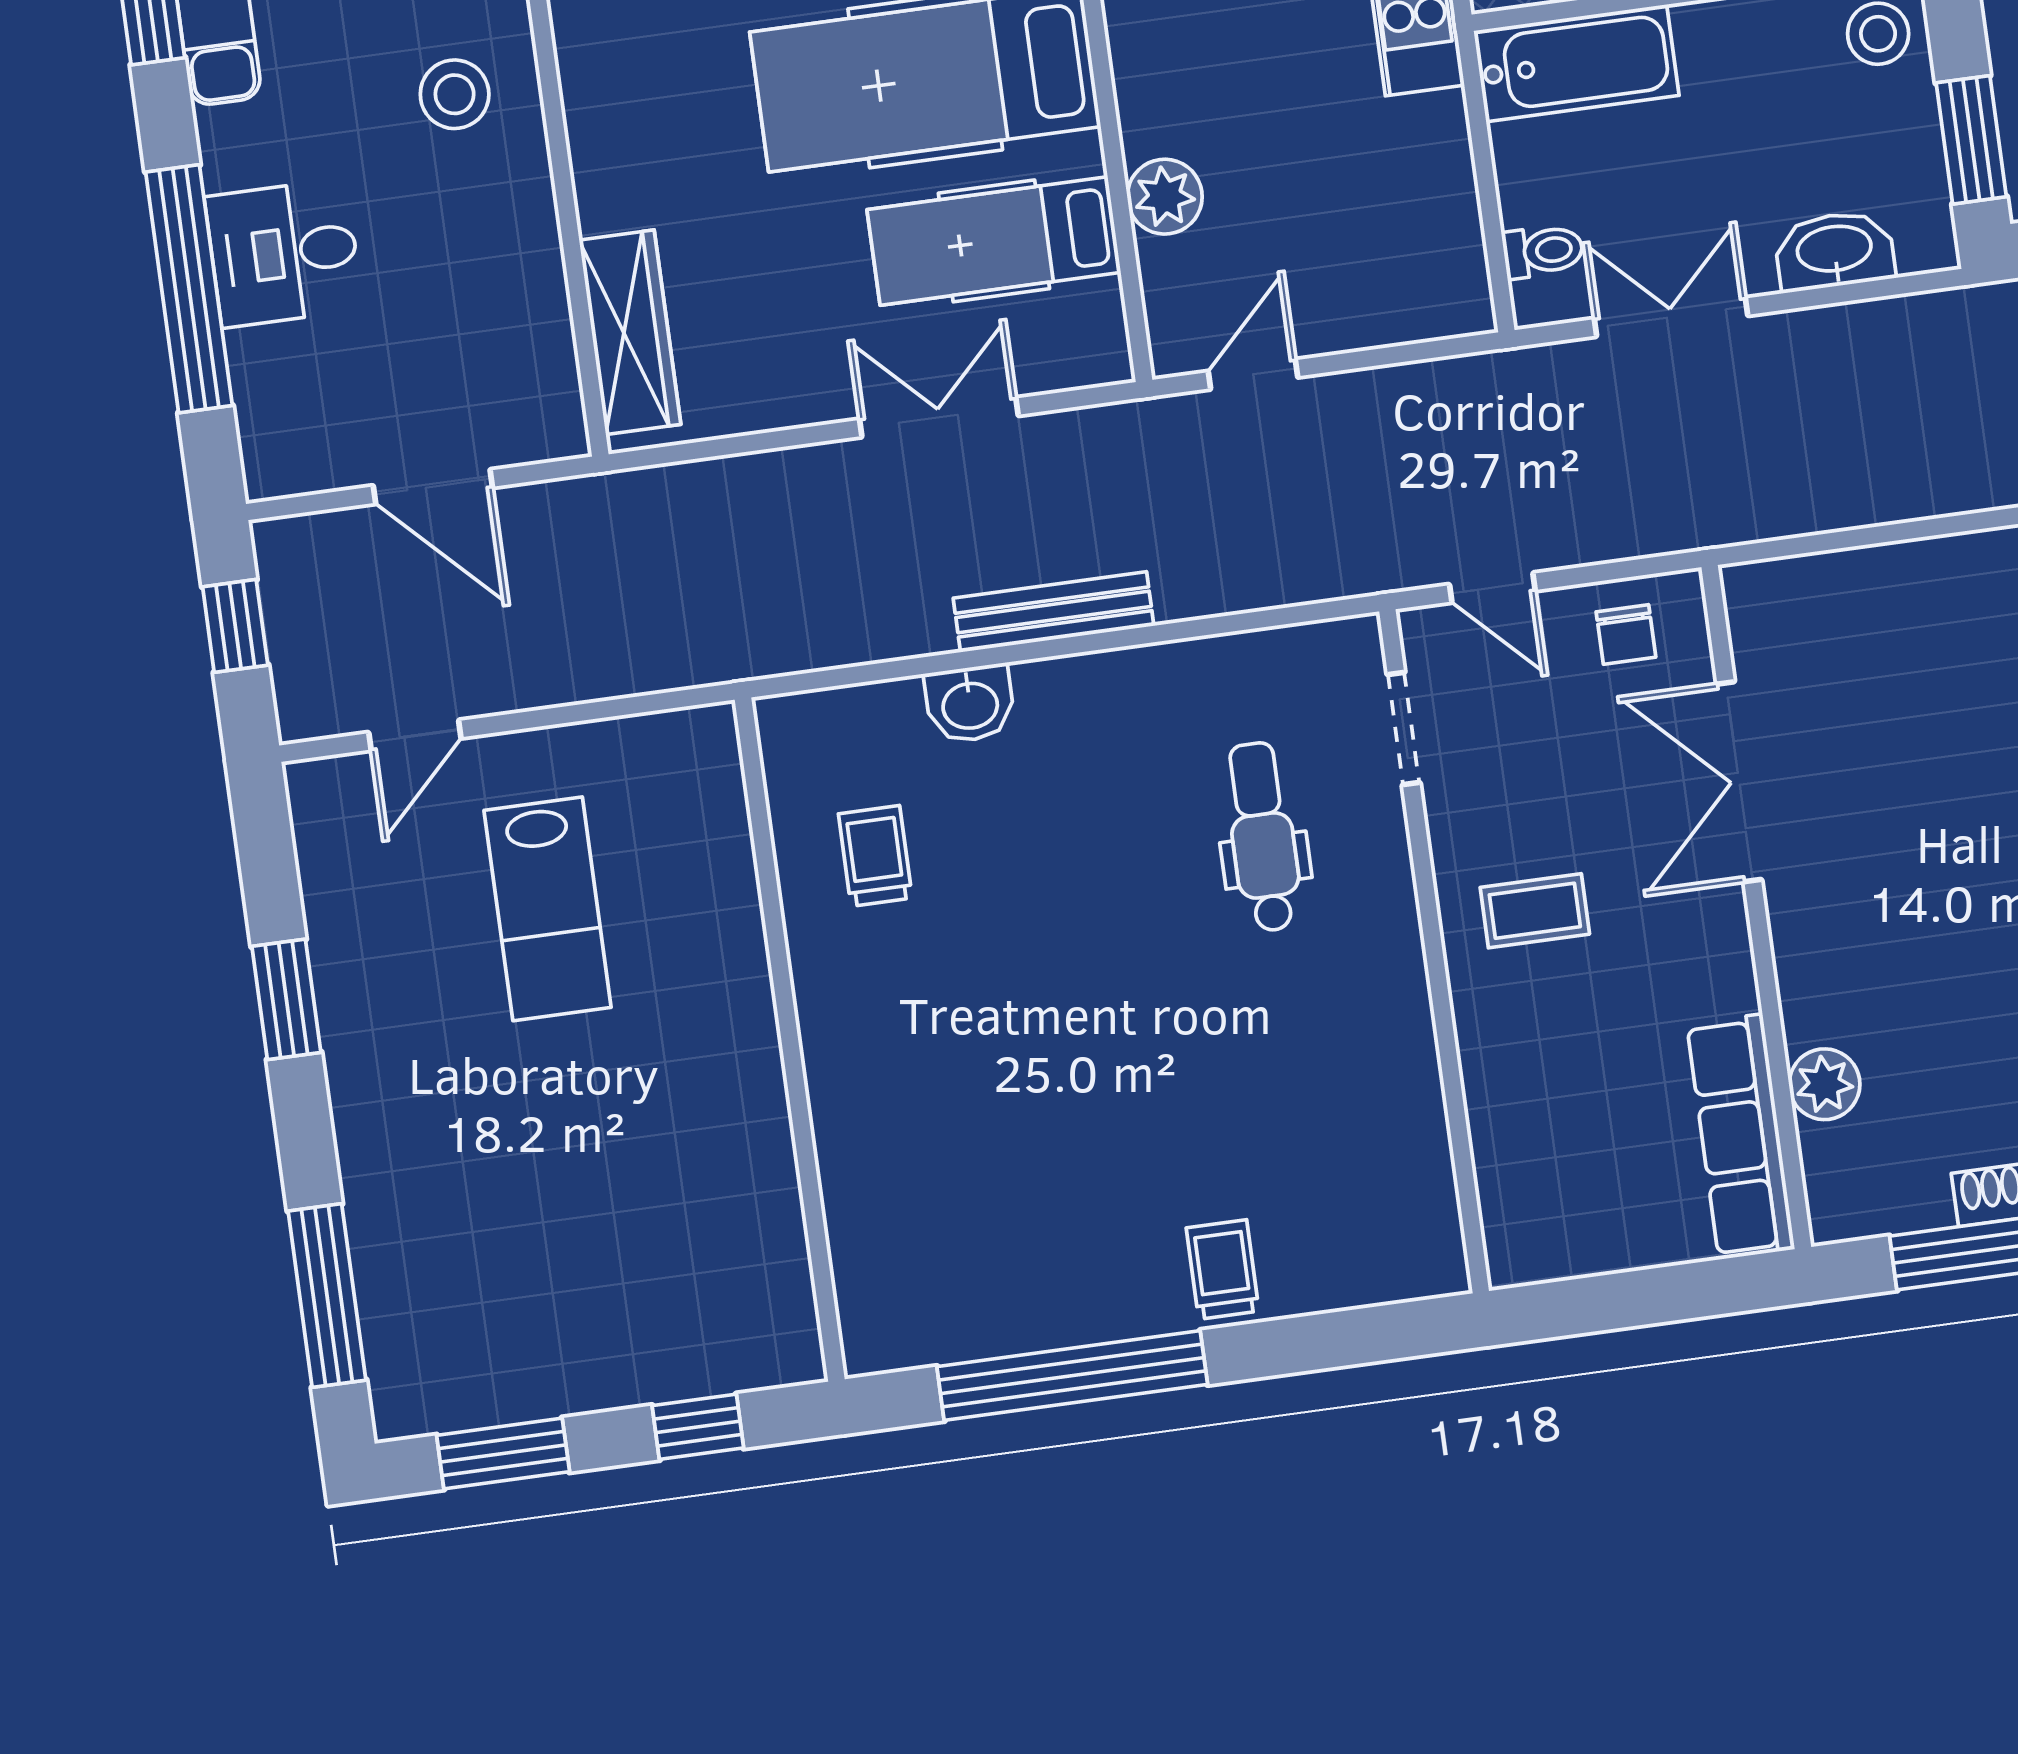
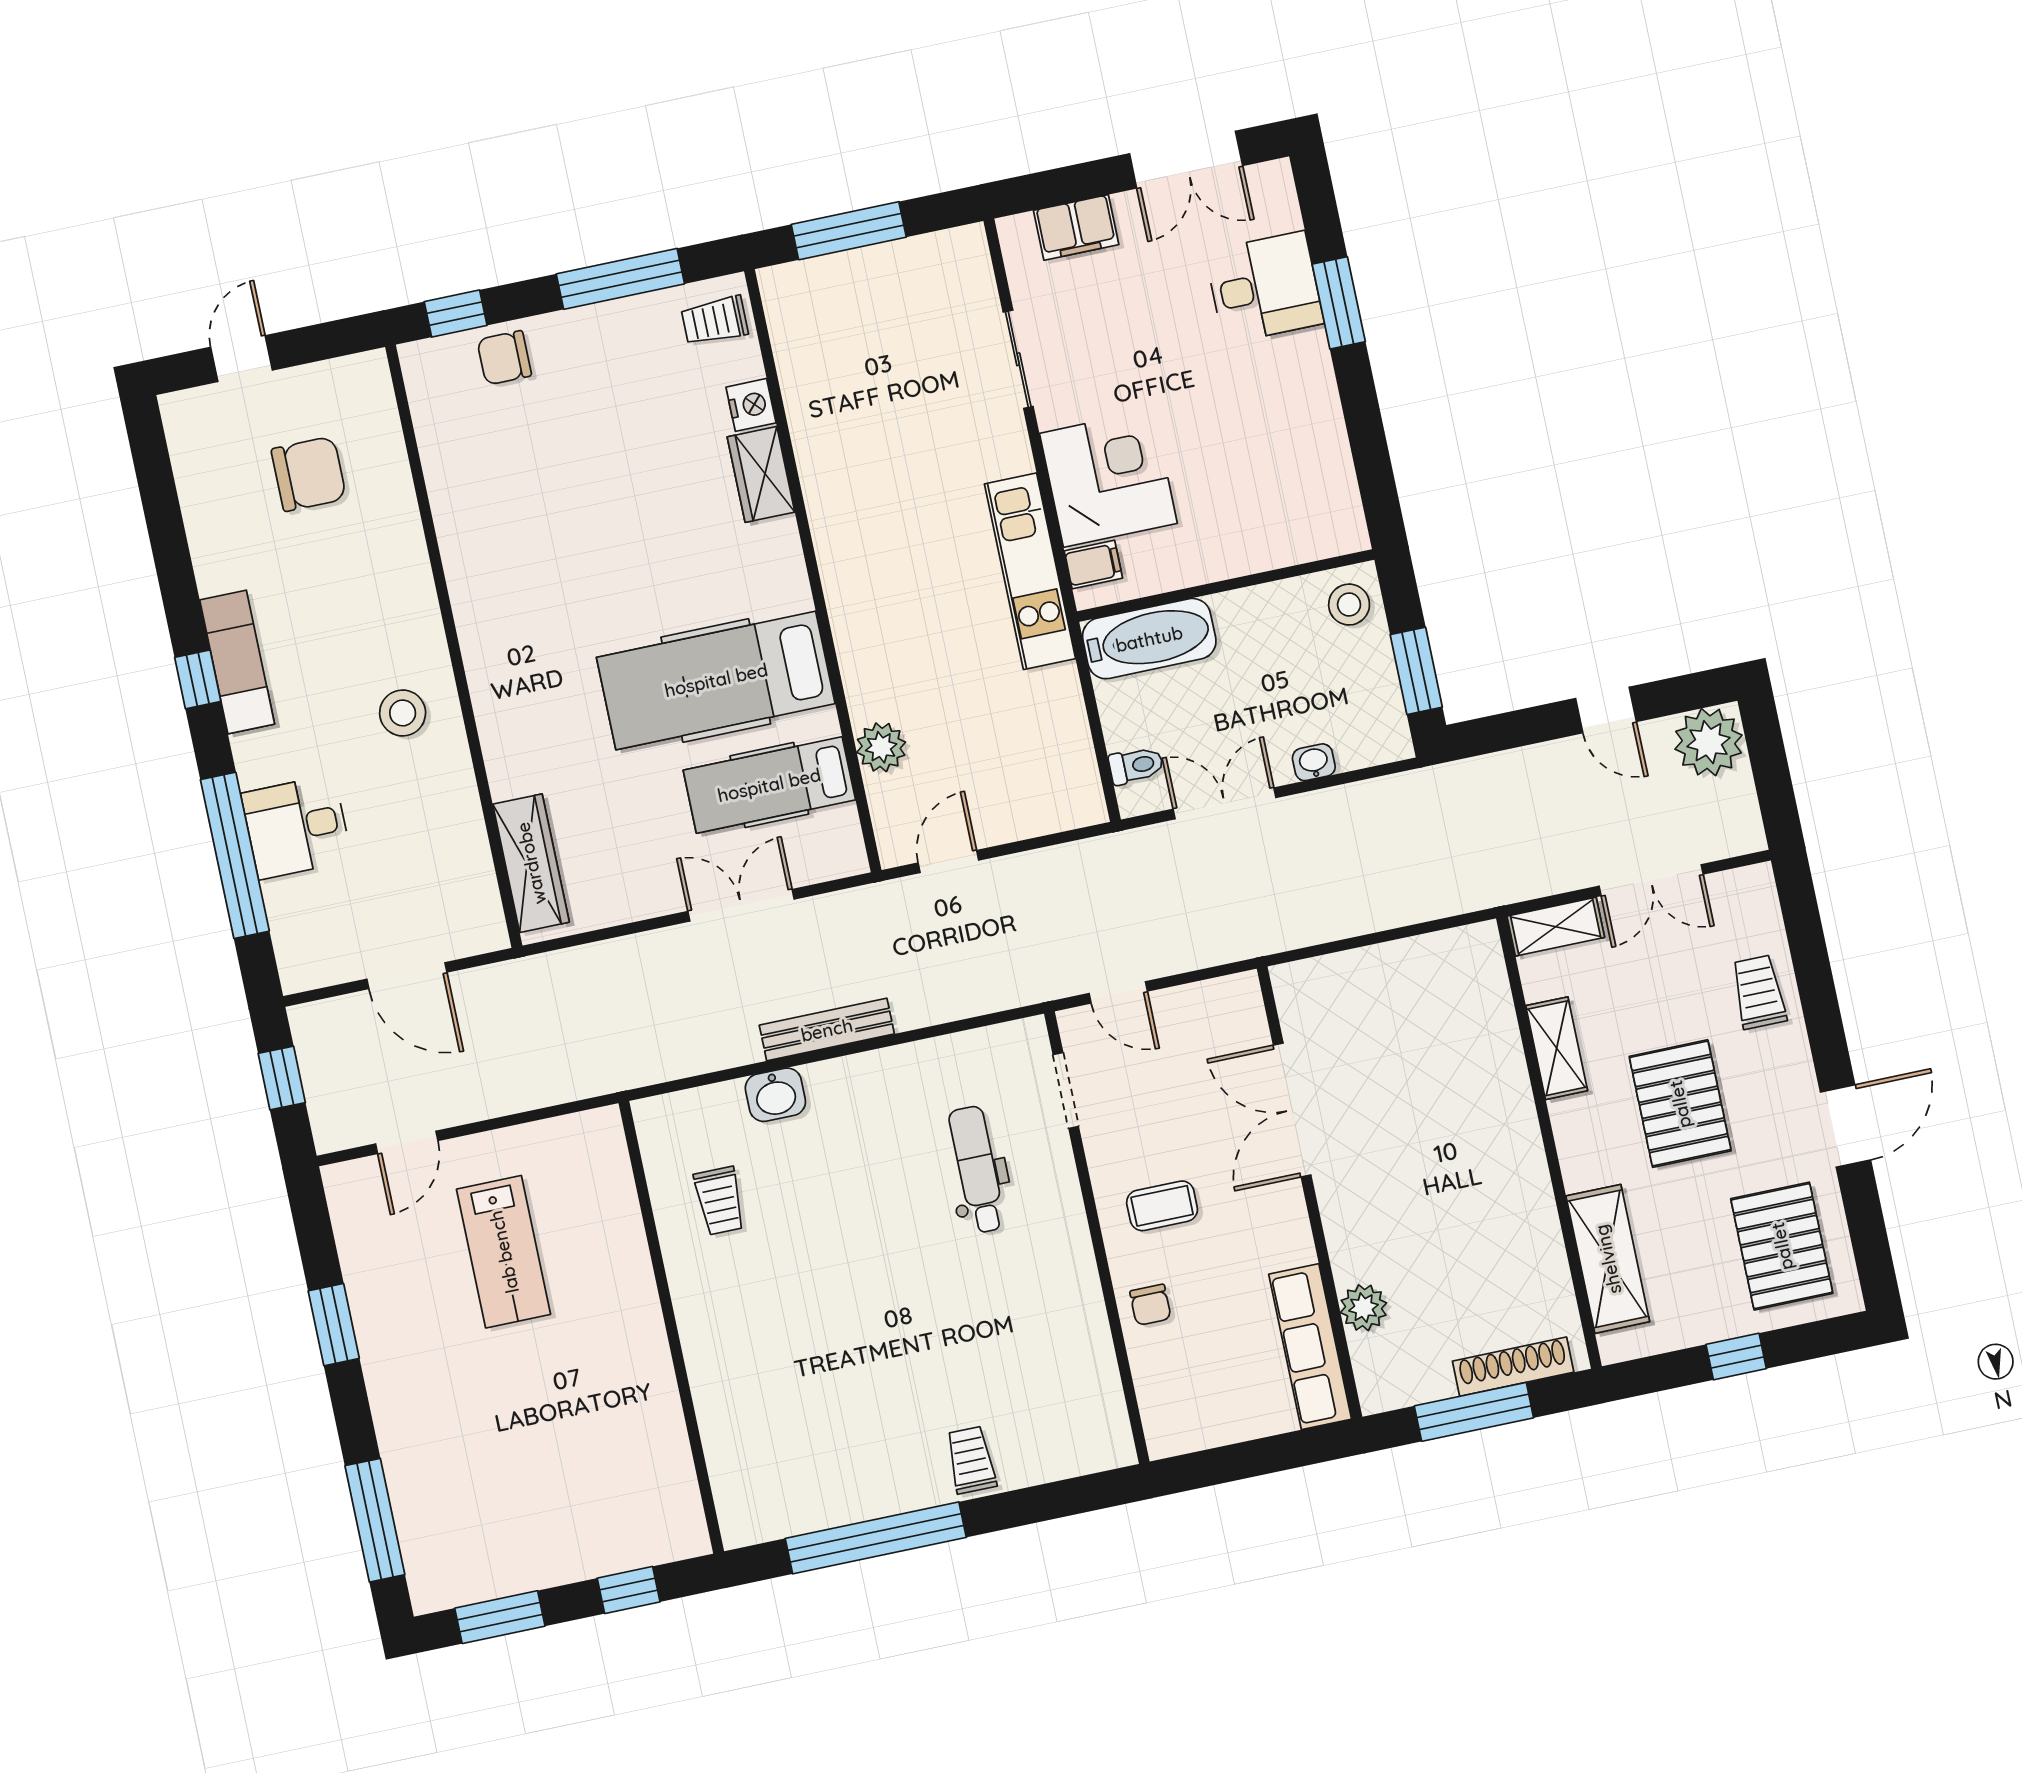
washbasin: (1834, 251) -> (1314, 762), width x0.52, depth x0.69
chair: (1626, 634) -> (1150, 1305), moved
trolley: (875, 856) -> (720, 1201), turned 180

